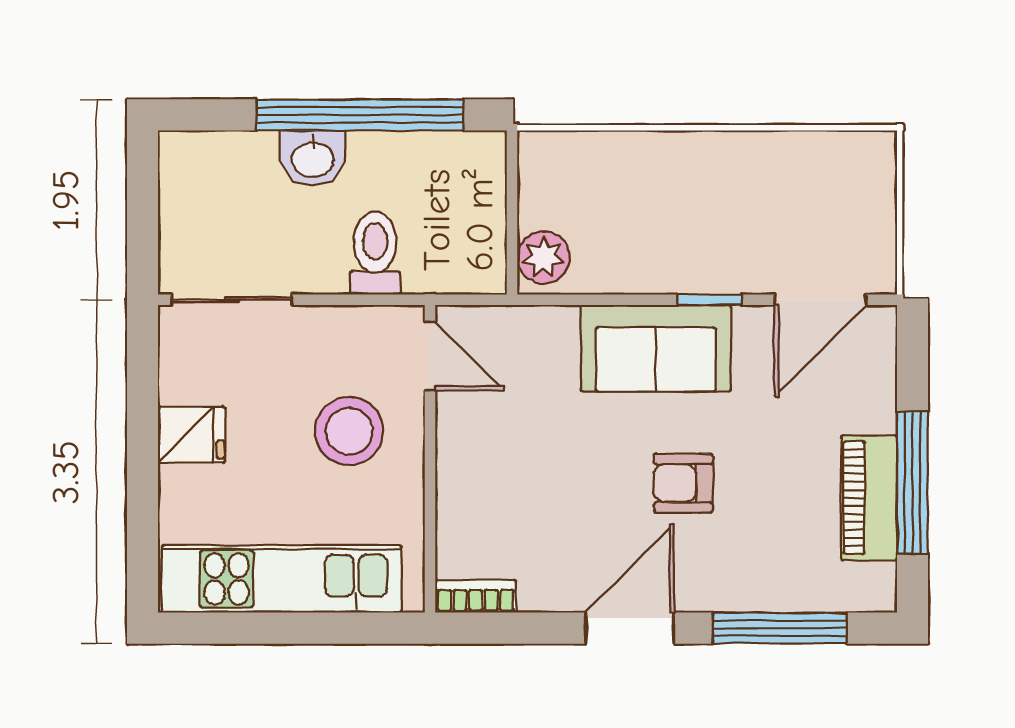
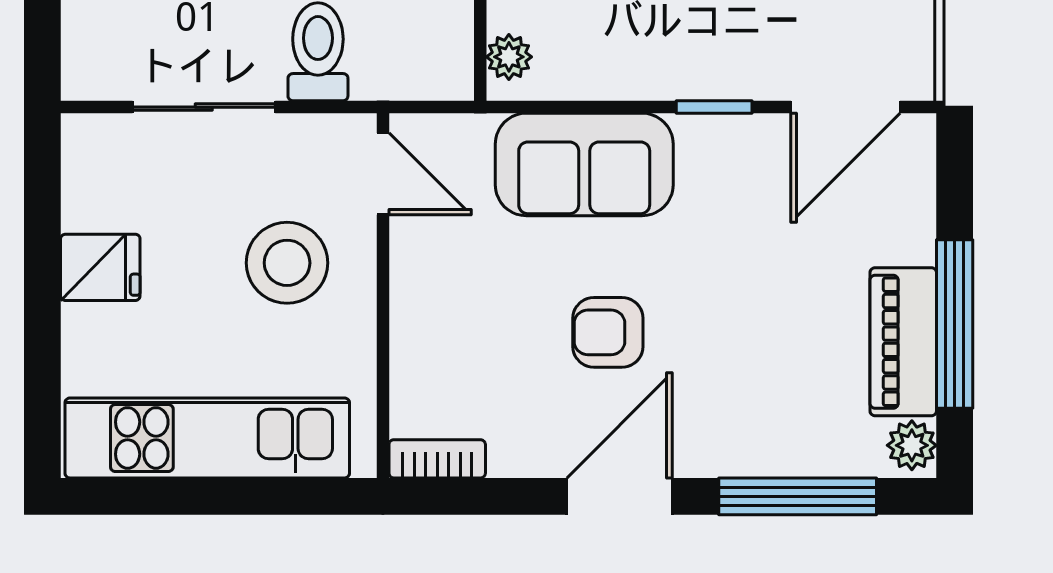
plant: (544, 257) -> (509, 57), width x0.73, depth x0.73
sliding door: (232, 300) -> (204, 107), moved
sofa: (656, 348) -> (584, 164), moved
armchair: (683, 483) -> (608, 332), moved
plant: (876, 585) -> (912, 445), added

